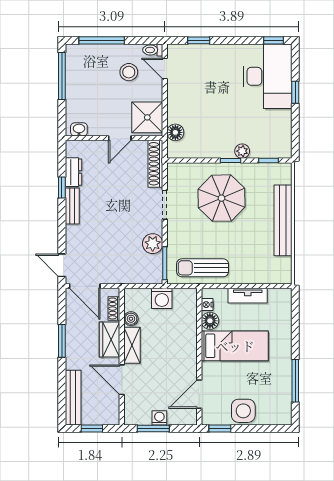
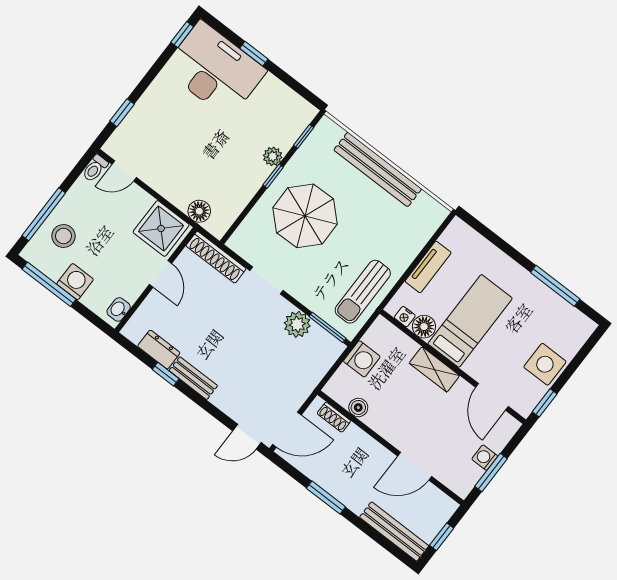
stool: (129, 72) -> (64, 236), moved
washing machine: (76, 90) -> (75, 282), added
wardrobe: (109, 340) -> (363, 447), removed
shelving: (132, 345) -> (434, 369), moved

